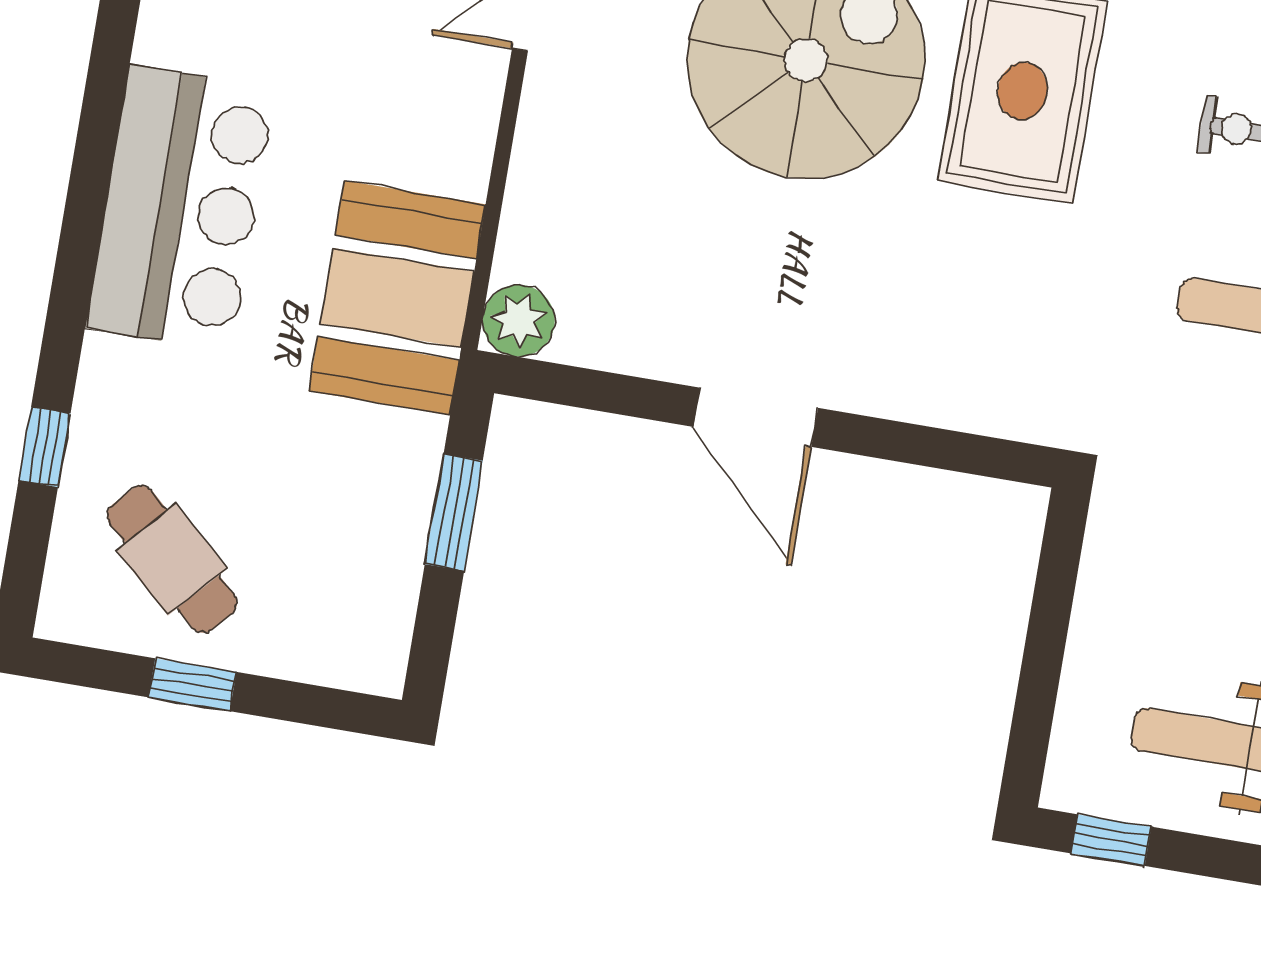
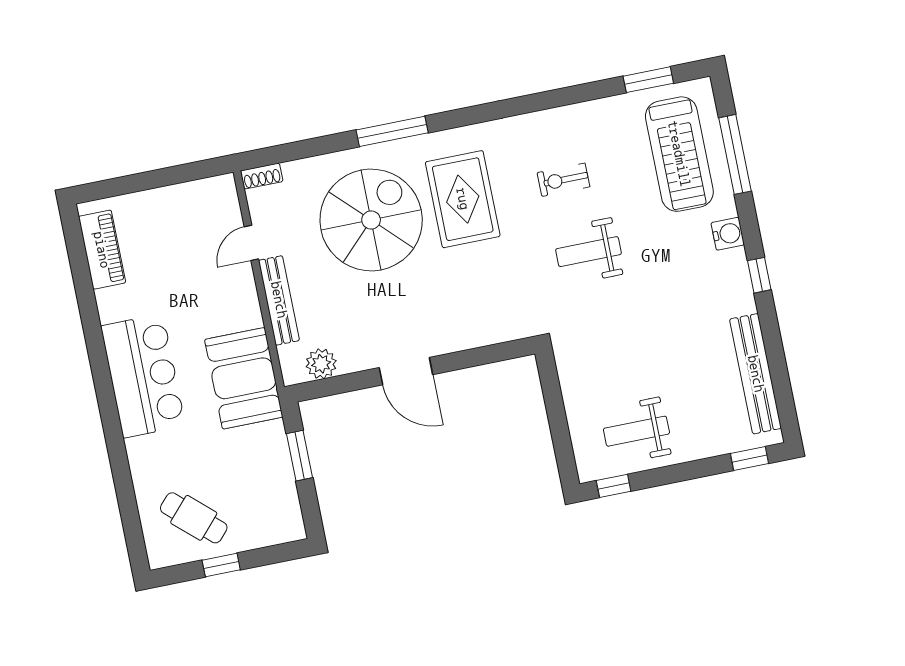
bench: (538, 158) -> (279, 300), added
plant: (519, 321) -> (321, 364), moved
window: (45, 447) -> (125, 492), removed

